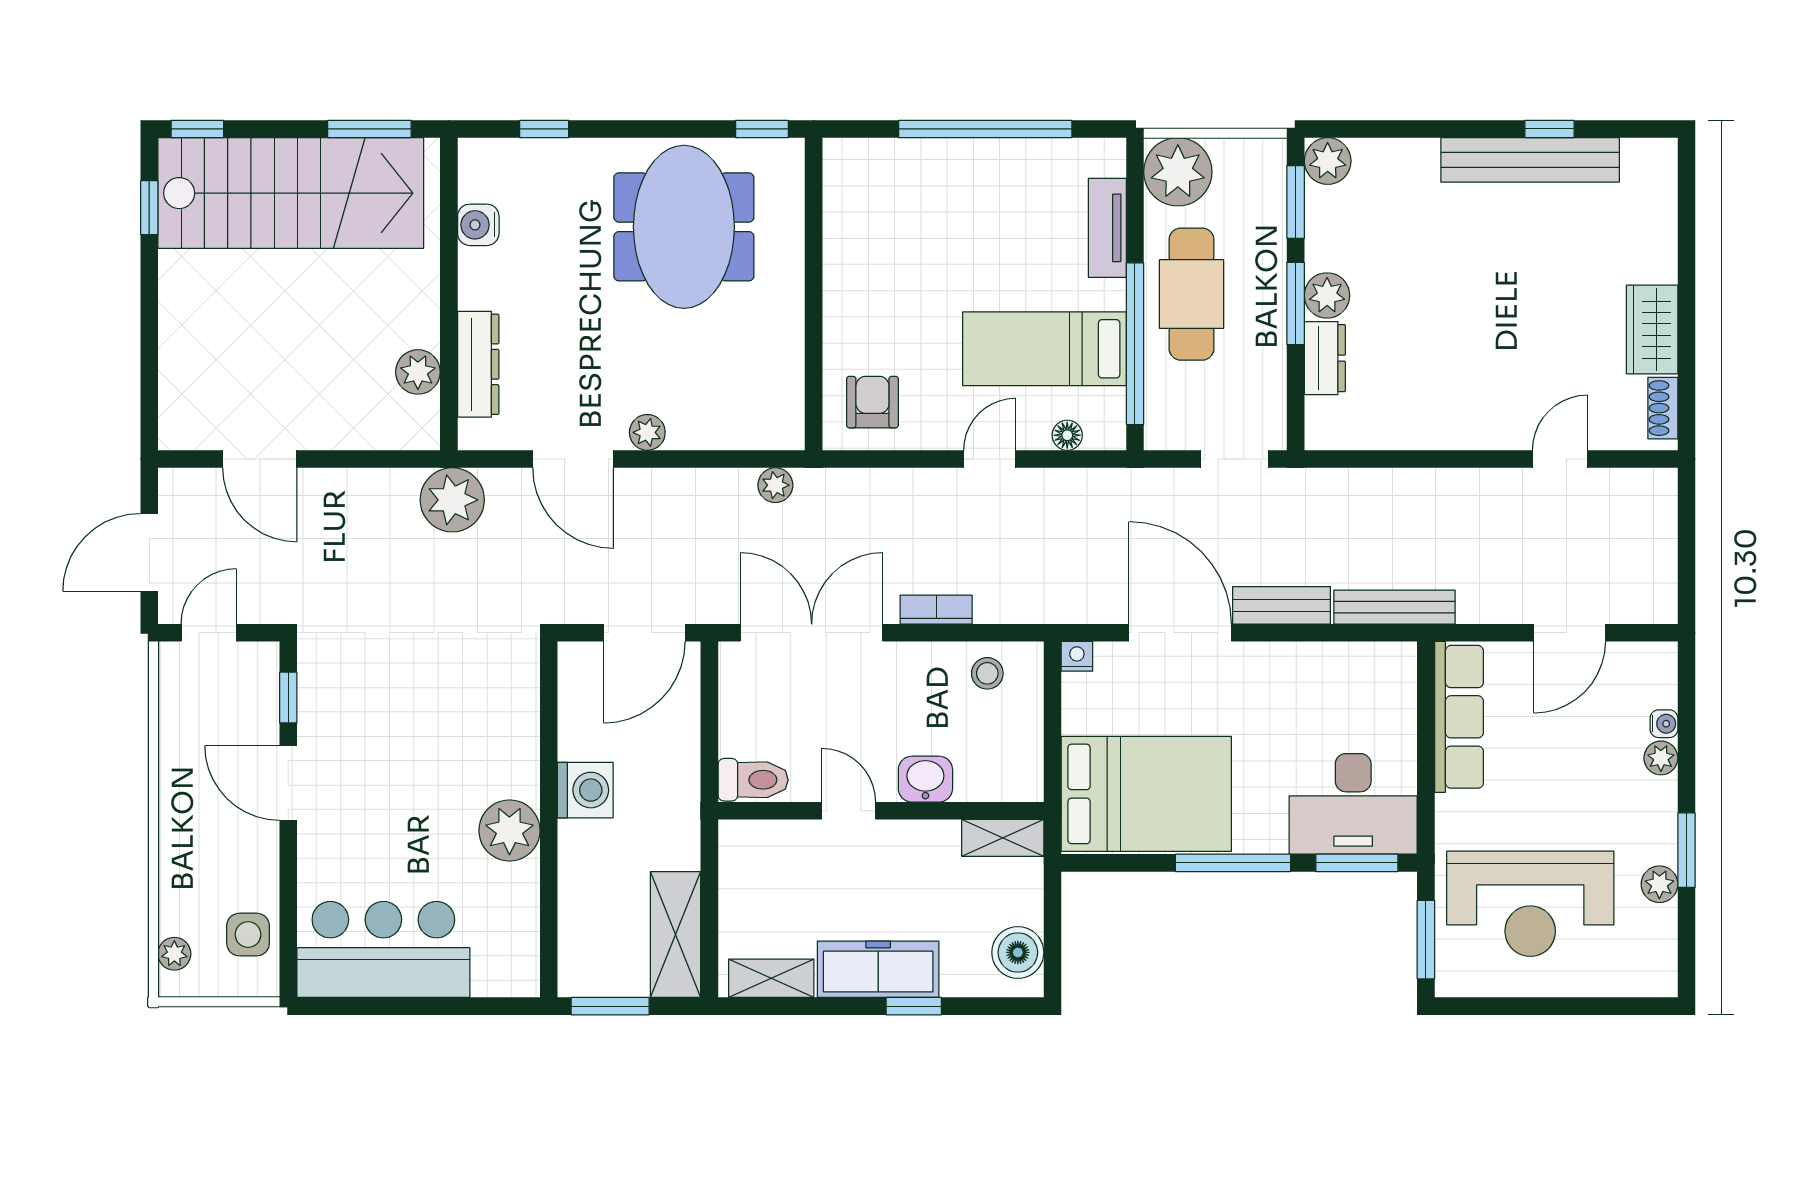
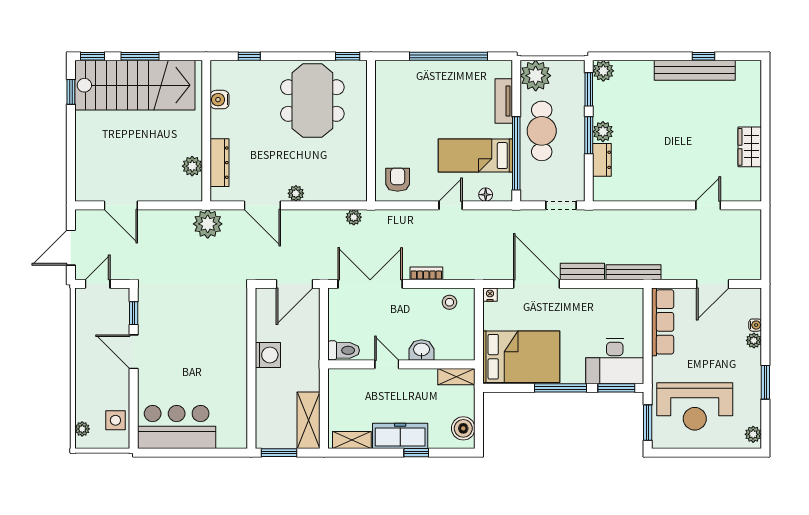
window: (369, 129) -> (140, 56), moved
shoe rack: (1663, 408) -> (755, 182), removed
plant: (509, 830) -> (234, 373), removed
plant: (1659, 884) -> (753, 434), moved

